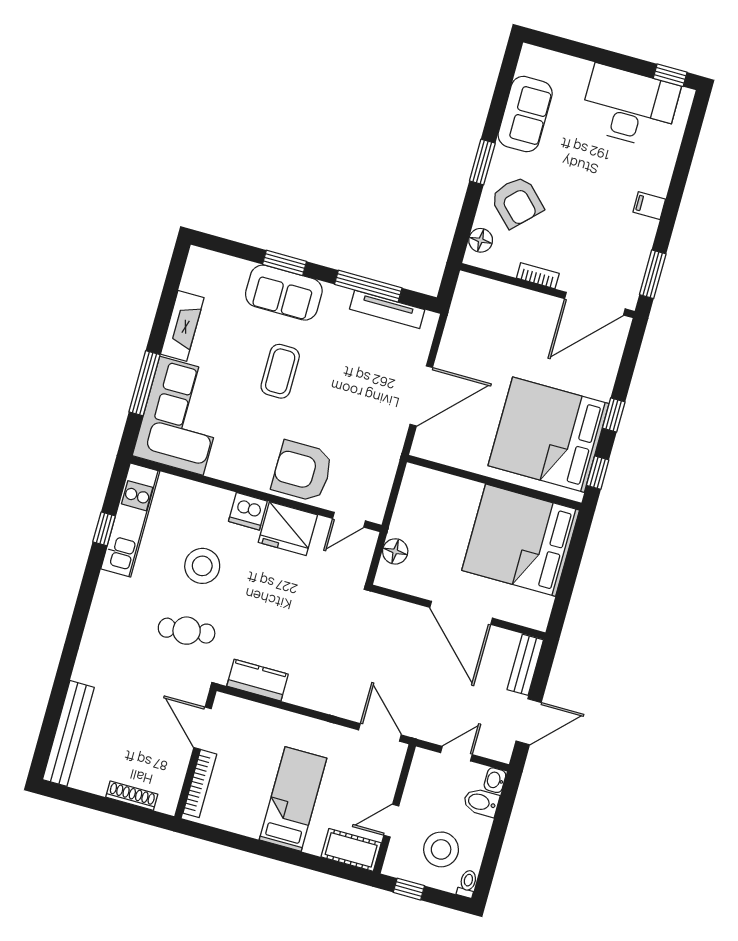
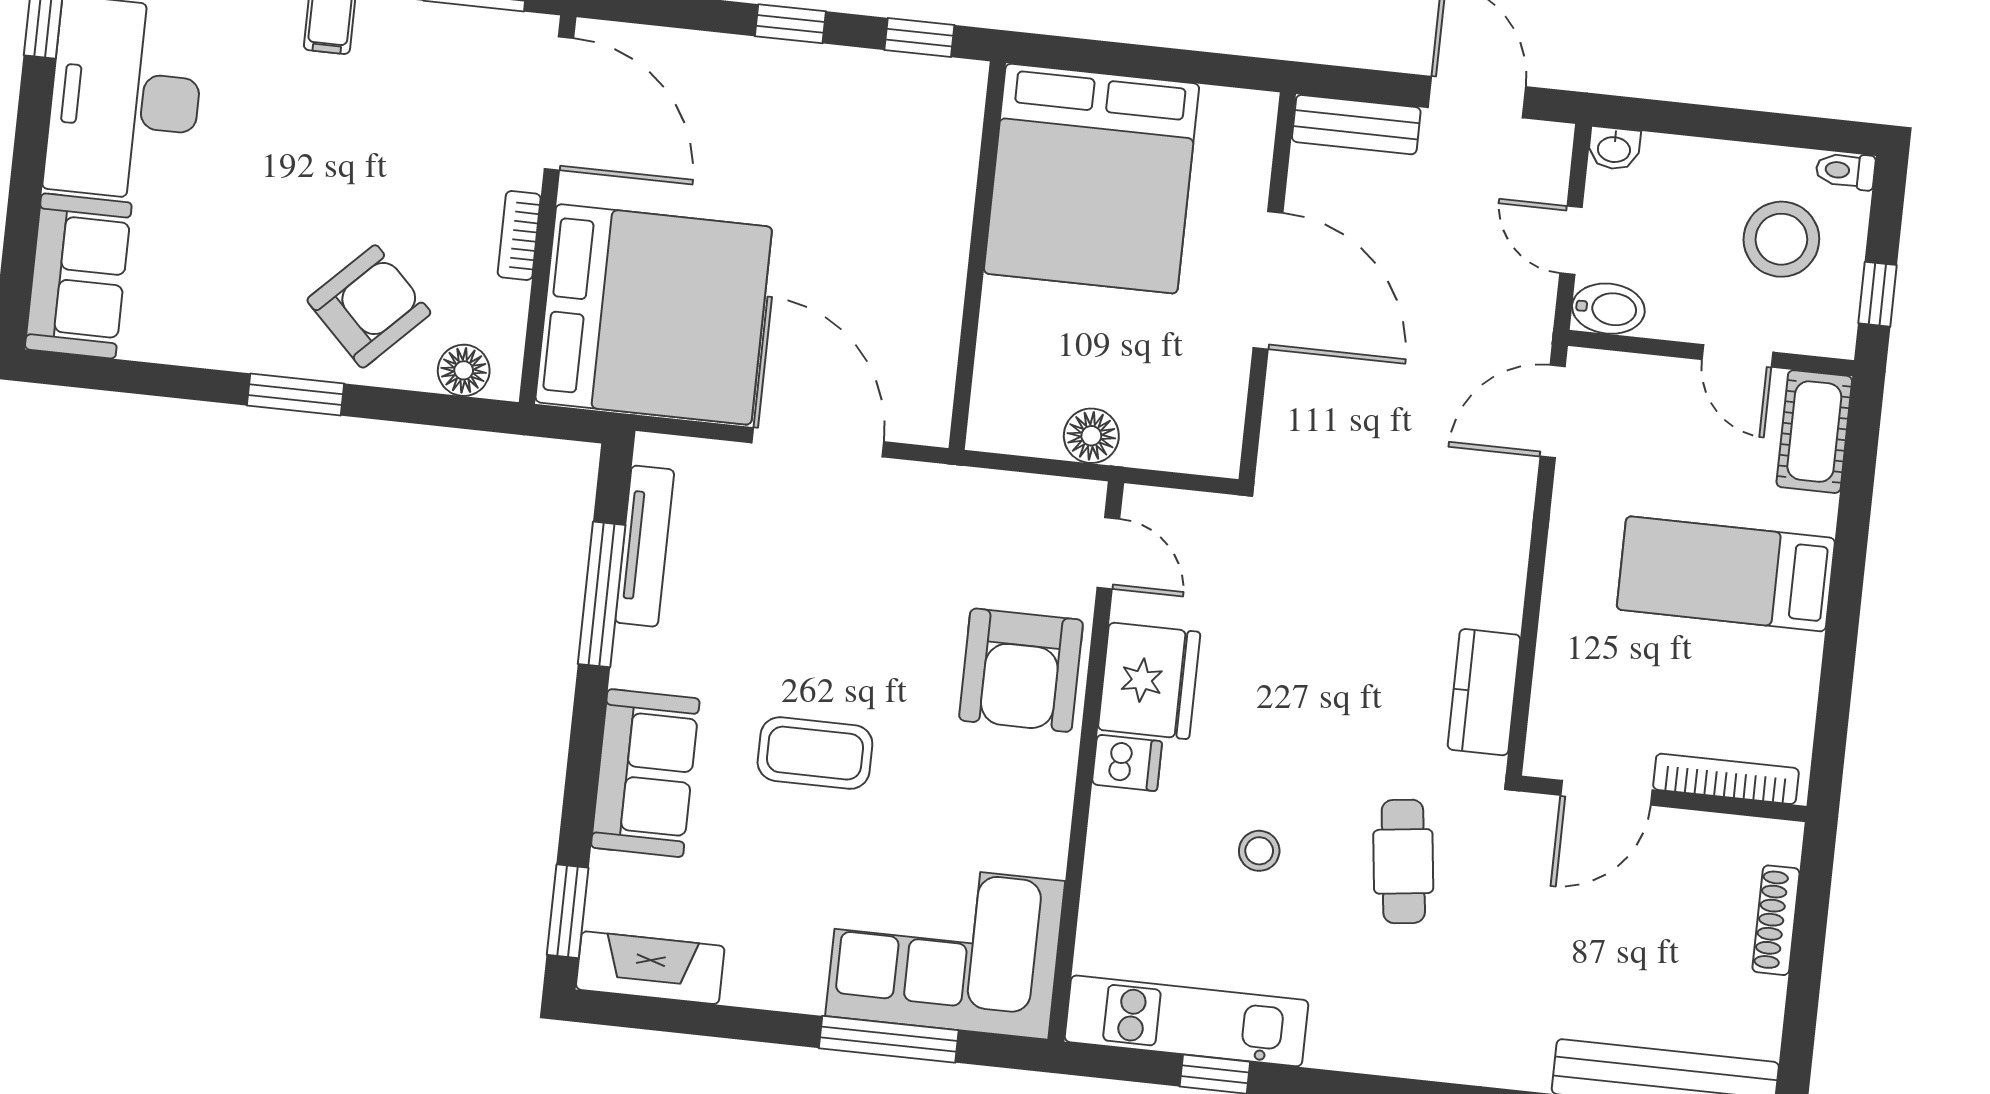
sofa: (525, 114) -> (78, 276), moved, turned 90
window: (284, 263) -> (568, 911), moved
fireplace: (182, 326) -> (650, 968), moved
bed: (549, 435) -> (654, 314), moved, turned -90
dishwasher: (248, 511) -> (1127, 763), width x0.73
floor lamp: (395, 551) -> (1091, 436), moved
stool: (202, 566) -> (1259, 851), width x0.53, depth x0.53
door: (461, 613) -> (1268, 280), hinge flipped
bidet: (481, 802) -> (1608, 309), moved, turned -90

